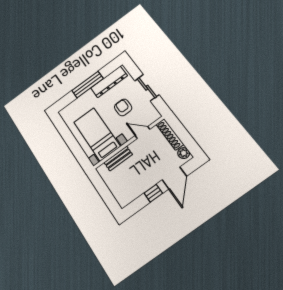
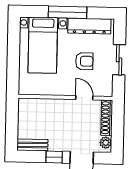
armchair: (123, 107) -> (84, 61), turned 90
bed with nightstands: (97, 134) -> (43, 45), moved, turned 180
bench: (118, 159) -> (32, 145), moved

